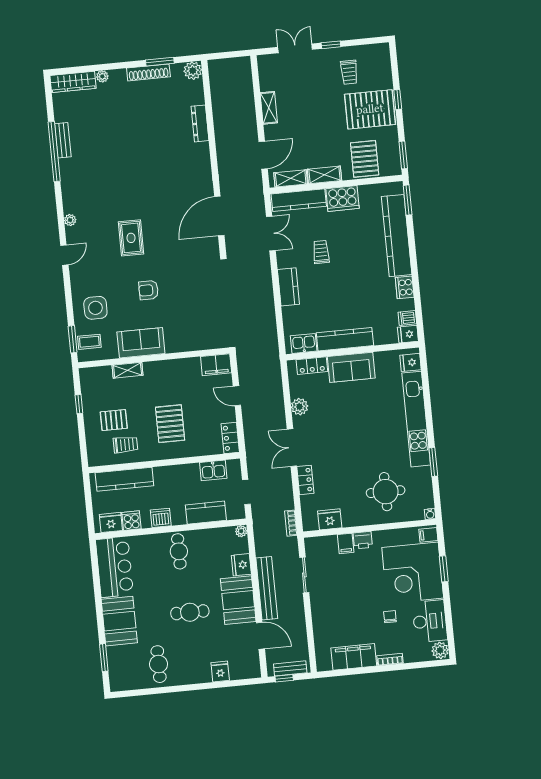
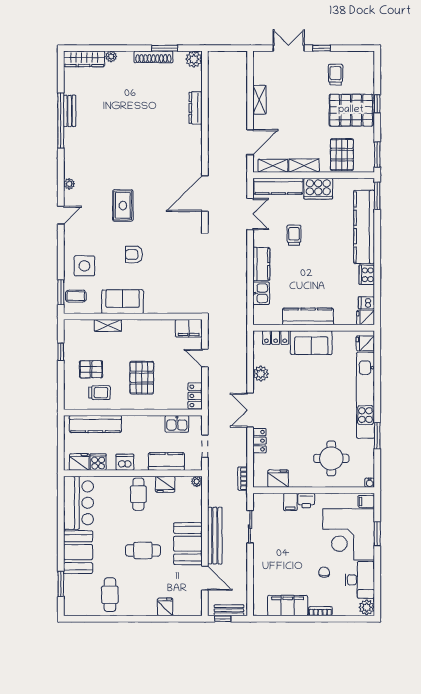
trolley: (349, 72) -> (335, 75), turned 180
kitchen sink: (304, 343) -> (261, 293), moved, turned 90
fridge: (241, 565) -> (165, 484), moved, turned -90

